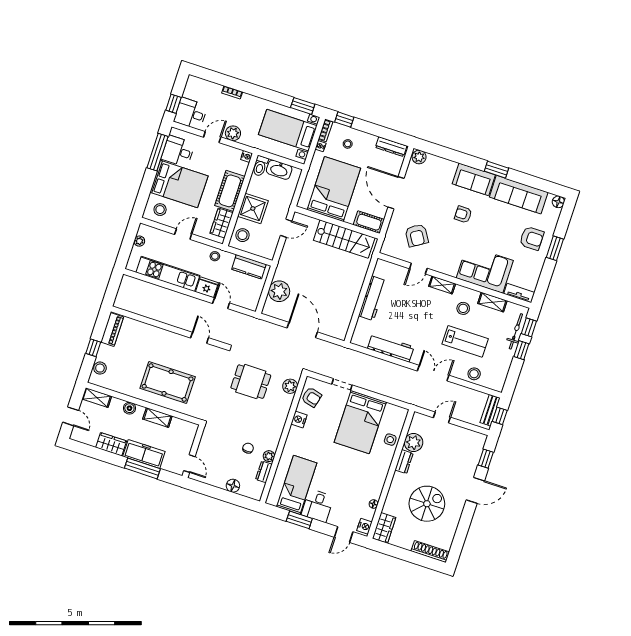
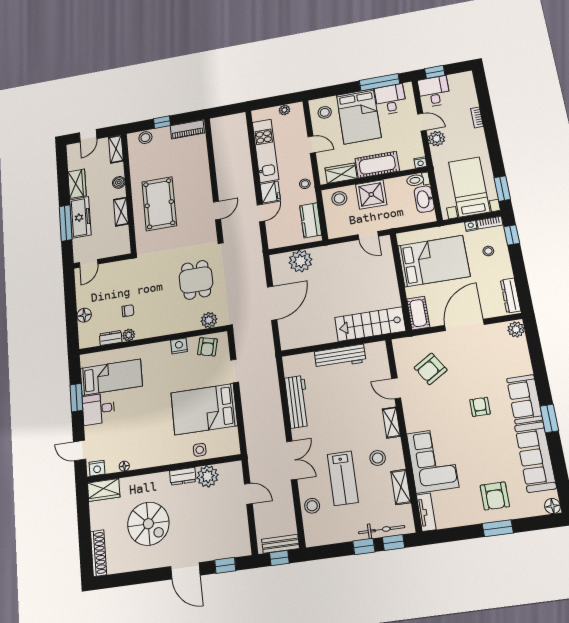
stairs: (344, 239) -> (370, 324), moved, turned 90

